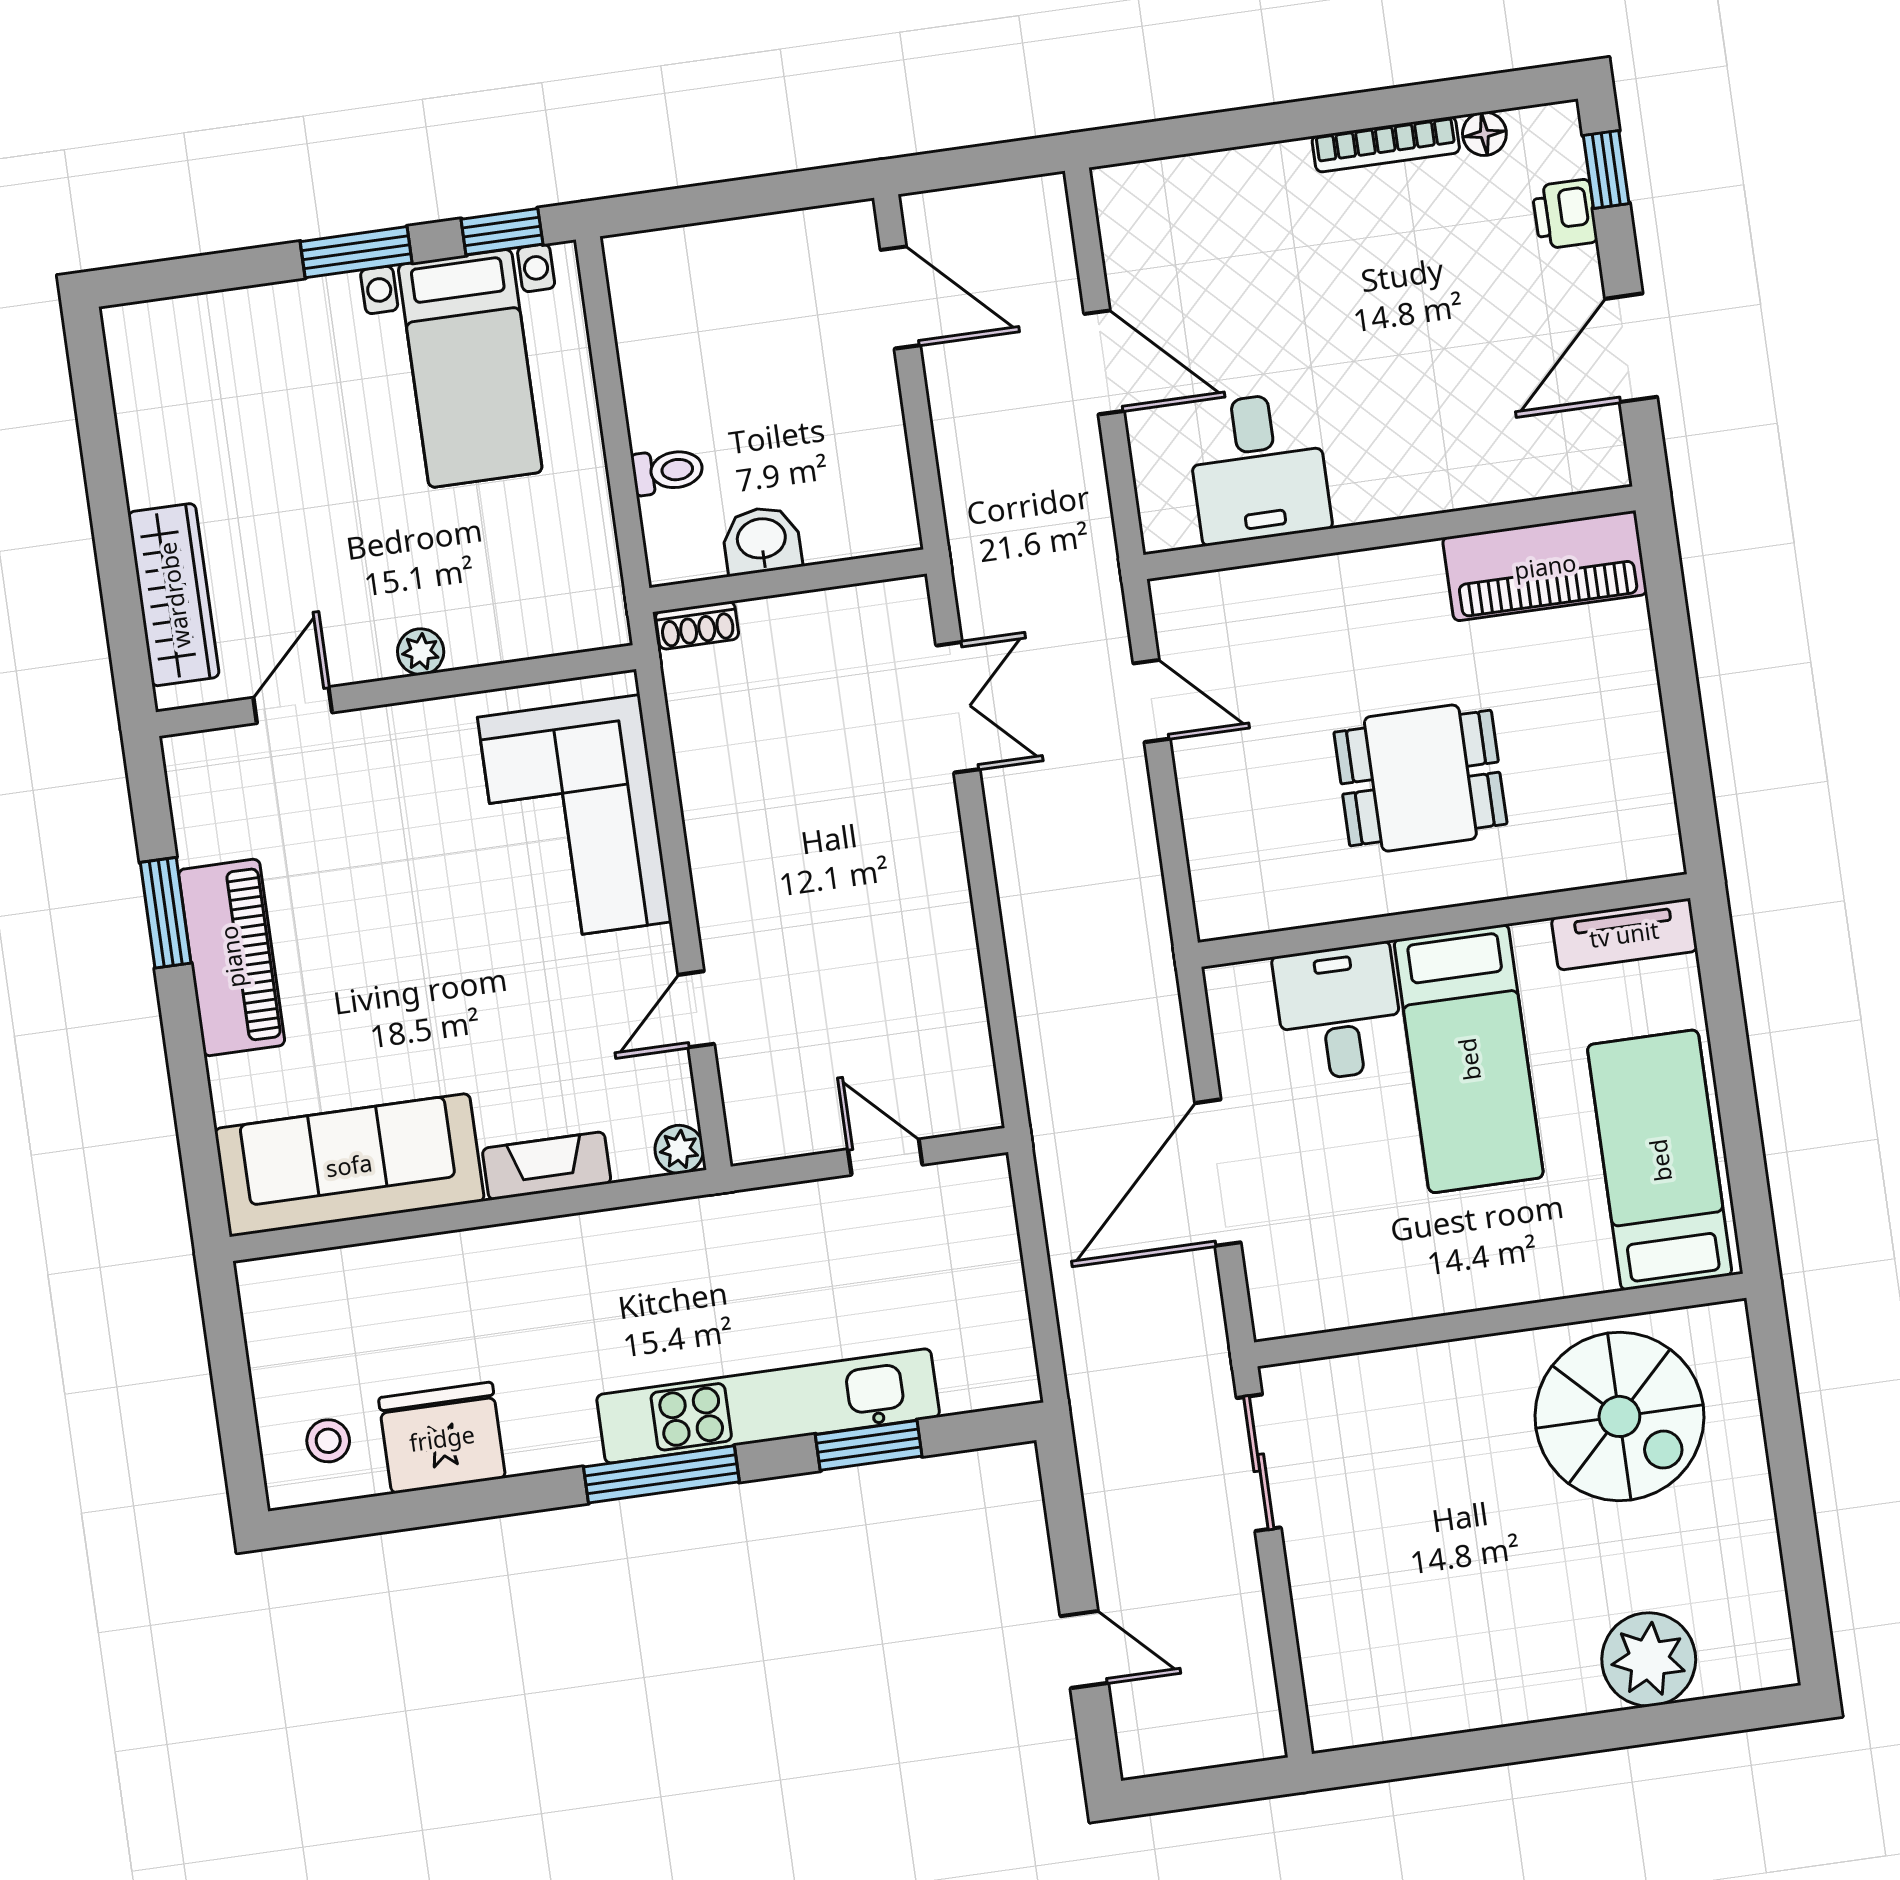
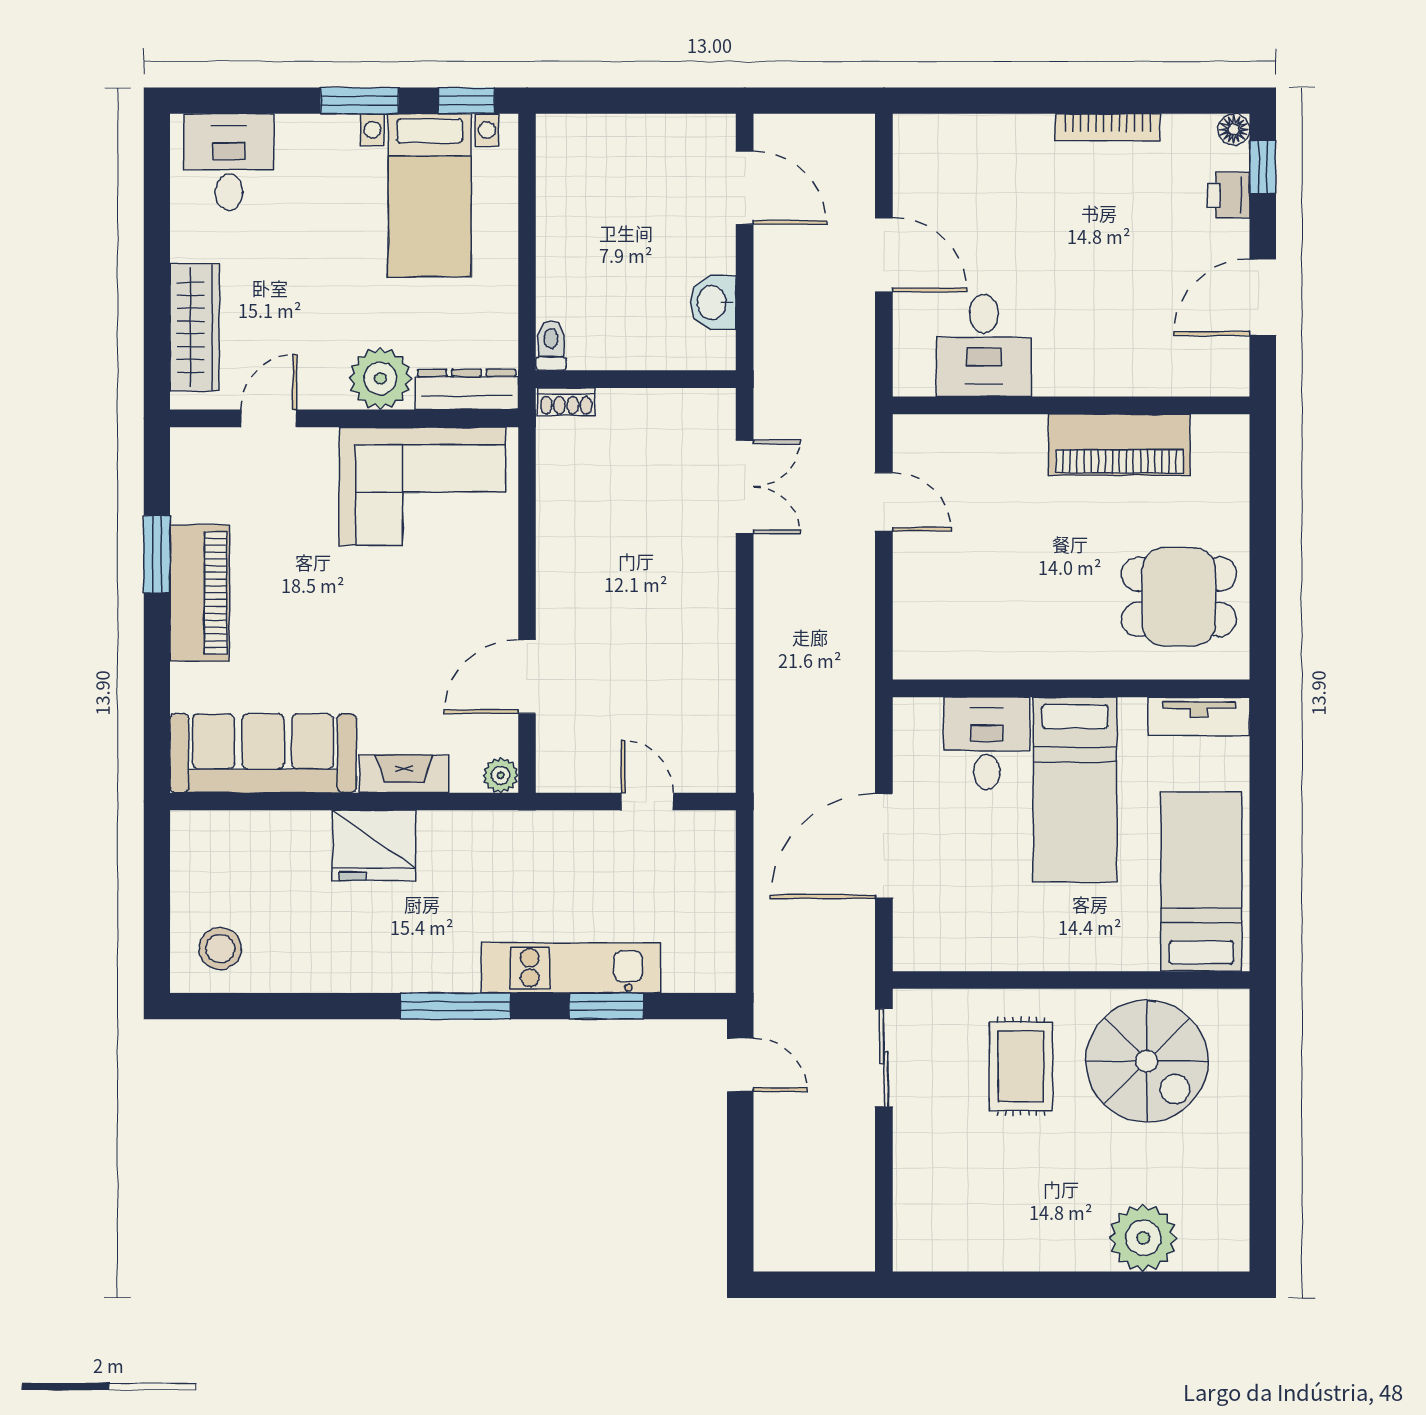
floor lamp: (1484, 134) -> (1234, 129), moved
desk: (189, 362) -> (229, 162), added
toilet: (668, 471) -> (551, 345), moved, turned -90
washbasin: (762, 540) -> (713, 303), moved, turned -90
piano: (1545, 566) -> (1119, 445), moved
dresser: (558, 627) -> (467, 389), added
plant: (421, 652) -> (380, 378), width x1.88, depth x1.88
dining table: (1420, 778) -> (1179, 597), moved
corner sofa: (575, 820) -> (422, 486), moved, turned -90
door: (696, 1009) -> (527, 677), width x1.38
kitchen unit: (768, 1406) -> (571, 968), width x0.73
fridge: (442, 1438) -> (374, 845), moved, turned 180
stool: (328, 1441) -> (220, 949), width x1.37, depth x1.37
rug: (1448, 1448) -> (1021, 1066), added
door: (1084, 1650) -> (740, 1065), moved

